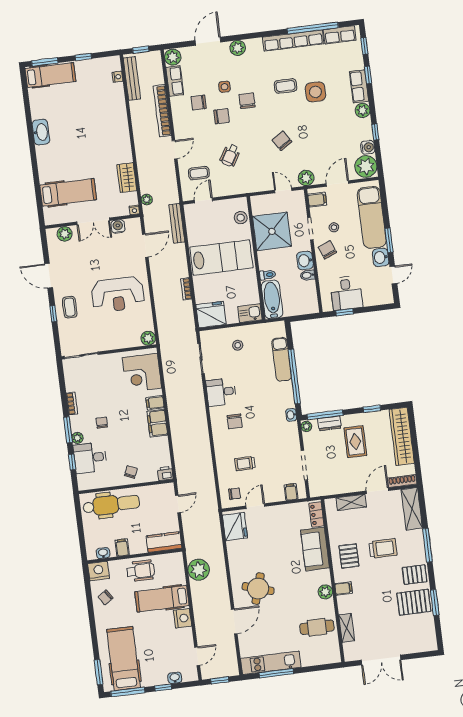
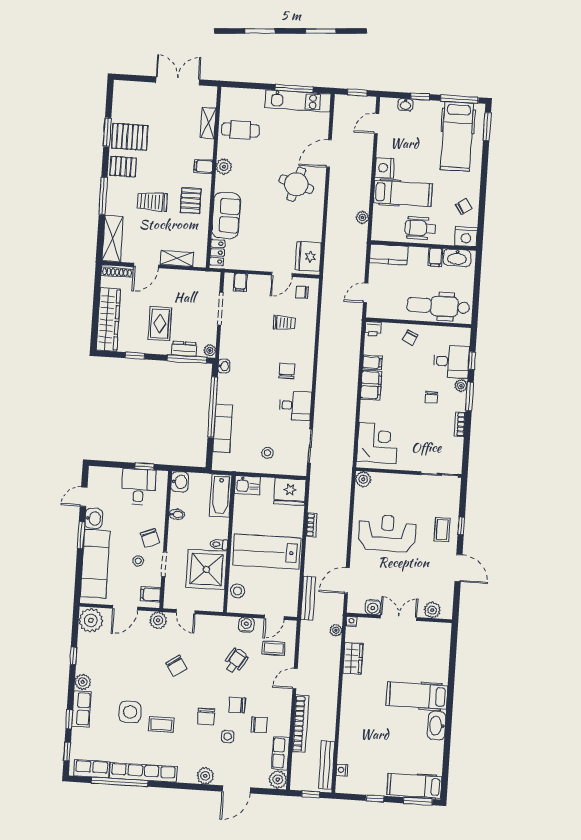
water cooler: (368, 147) -> (246, 625), moved, turned 90
hospital bed: (68, 192) -> (417, 696), moved
washbasin: (305, 261) -> (180, 482), moved
toilet: (268, 275) -> (219, 544), moved
filing cabinet: (155, 403) -> (372, 362), moved
washbasin: (103, 553) -> (457, 258), width x1.91, depth x1.45
plant: (199, 570) -> (362, 217), width x0.53, depth x0.53

